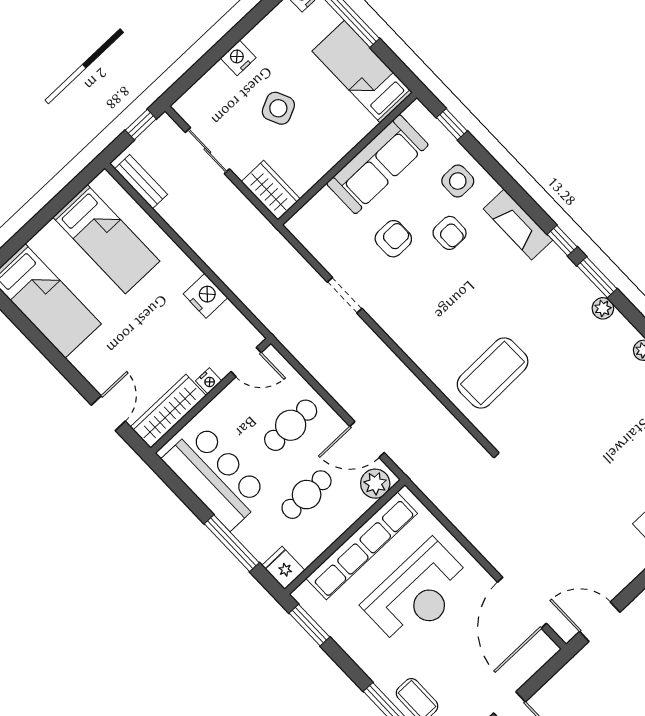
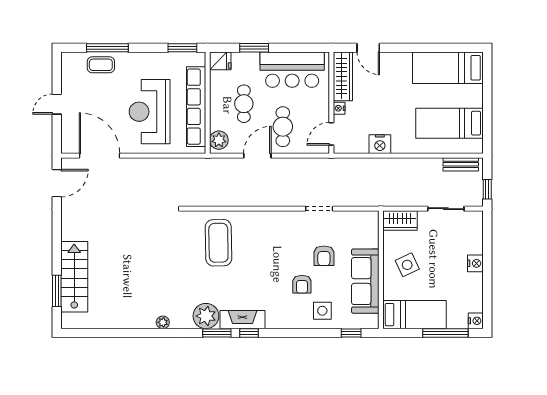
side table: (278, 108) -> (407, 265), moved
fireplace: (518, 224) -> (242, 320), moved
armchair: (450, 233) -> (302, 284), turned -90
plant: (603, 308) -> (206, 316), width x1.87, depth x1.87
door: (367, 439) -> (257, 156), moved
window: (232, 543) -> (254, 48), width x0.69

